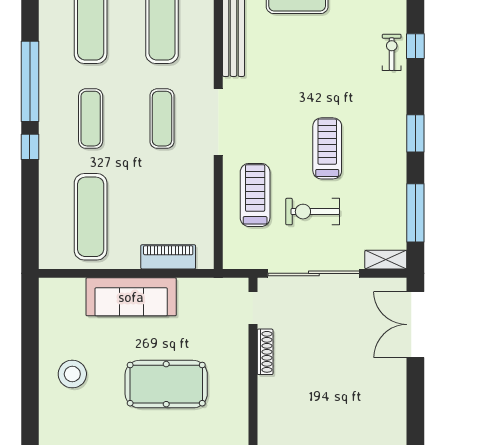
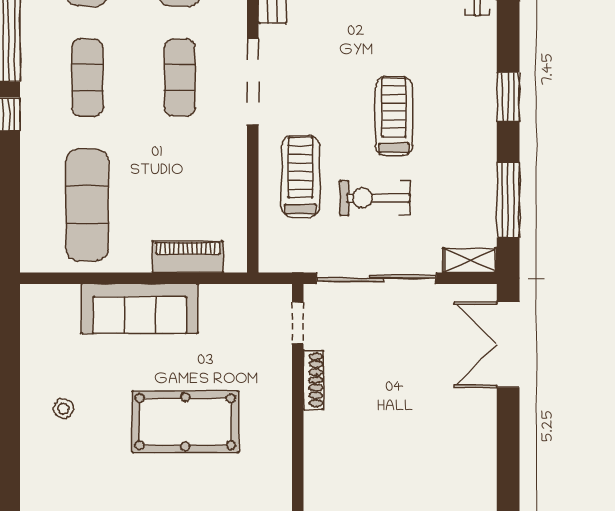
stool: (72, 374) -> (64, 409), width x0.53, depth x0.53

